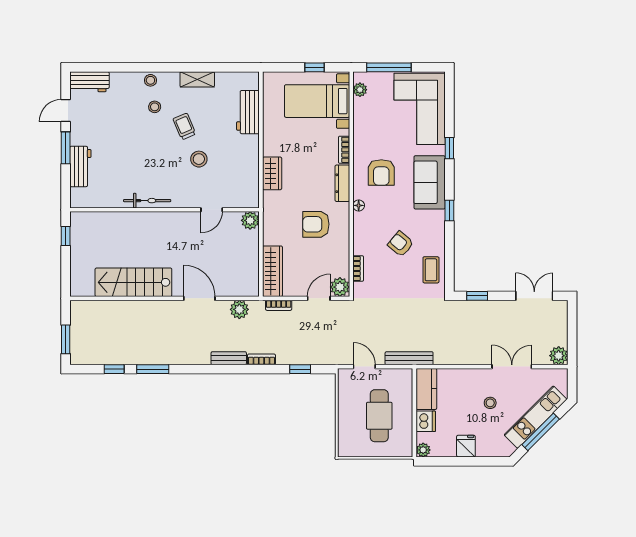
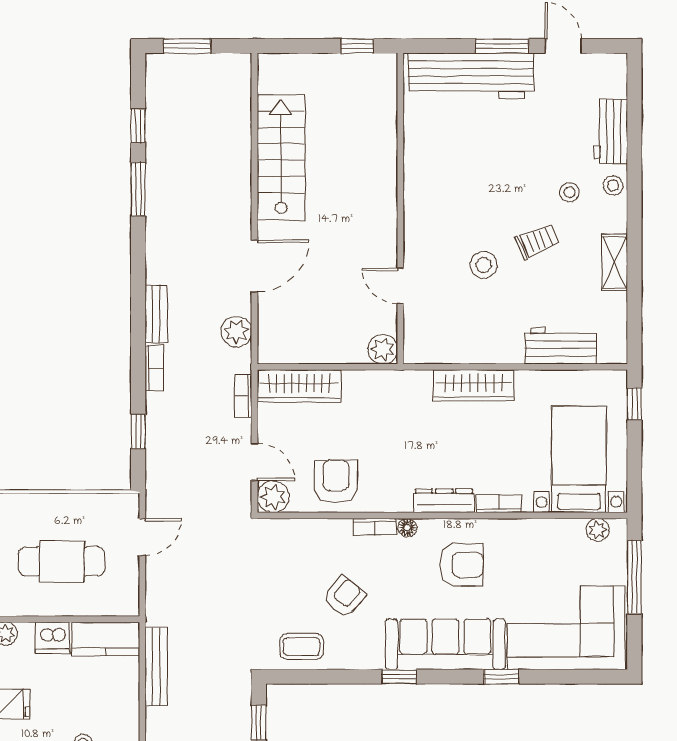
window: (314, 67) -> (634, 404), moved
workbench: (89, 82) -> (611, 132), moved
workbench: (80, 166) -> (471, 76), width x1.88, depth x1.32
armchair: (381, 172) -> (462, 565), turned 180
wardrobe: (272, 173) -> (474, 385), width x1.50
sofa: (430, 182) -> (445, 644), width x1.36
bicycle: (147, 201) -> (415, 180), removed
armchair: (316, 224) -> (336, 481), moved
bookcase: (358, 268) -> (374, 527), moved
bench: (409, 358) -> (156, 667), moved

